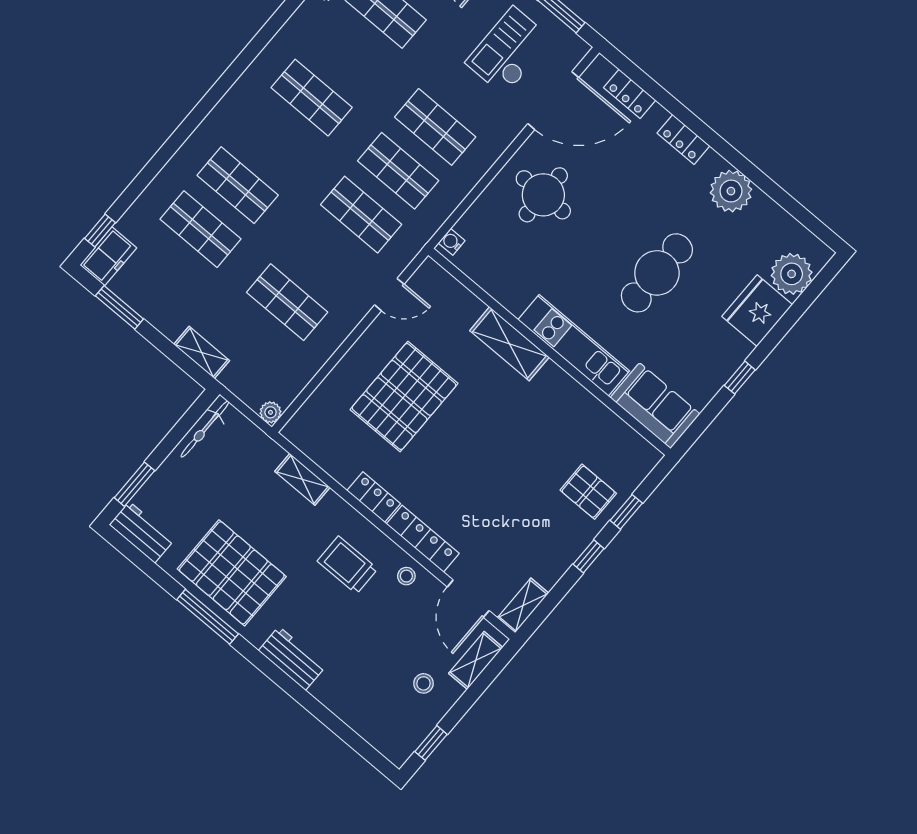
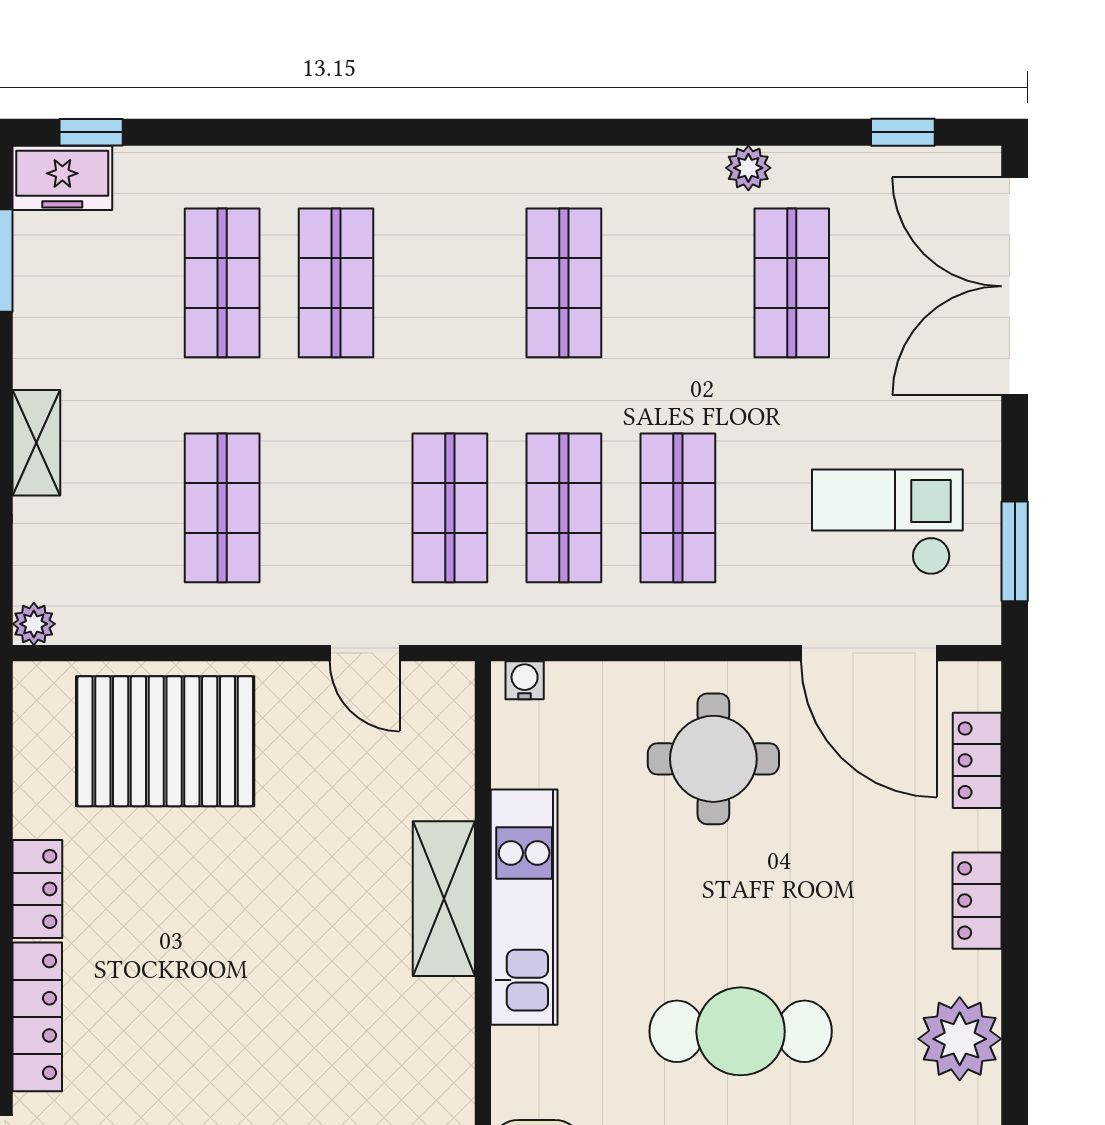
kitchen unit: (574, 345) -> (524, 907), moved
pallet: (404, 397) -> (165, 741), moved

